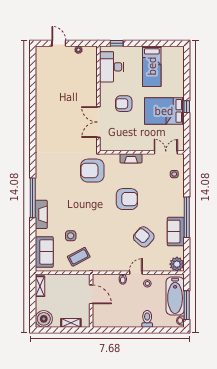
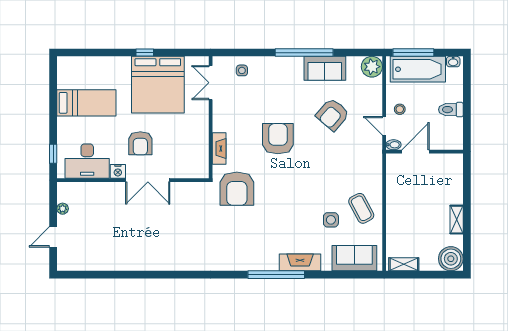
nightstand: (104, 88) -> (118, 171), added
bed: (164, 111) -> (158, 85), width x1.36
double door: (98, 122) -> (148, 180), moved
fireplace: (131, 158) -> (219, 149), moved
door: (91, 294) -> (416, 152), moved
wall: (91, 301) -> (424, 152), moved
window: (187, 305) -> (413, 53), moved

